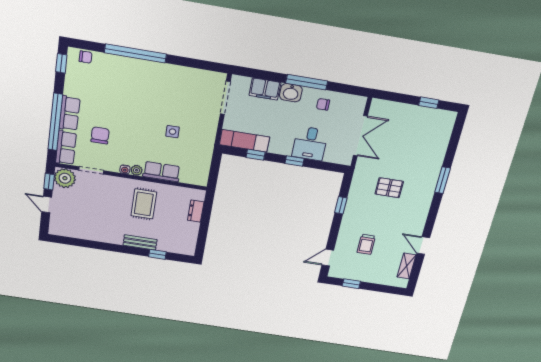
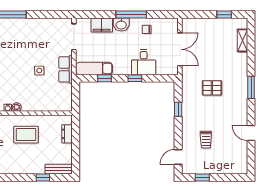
row of seats: (162, 172) -> (66, 69), moved, turned -90
window: (442, 180) -> (251, 87), moved
rug: (144, 204) -> (26, 135), turned 90
bench: (140, 242) -> (58, 169), moved
shelving: (406, 266) -> (243, 40), moved

